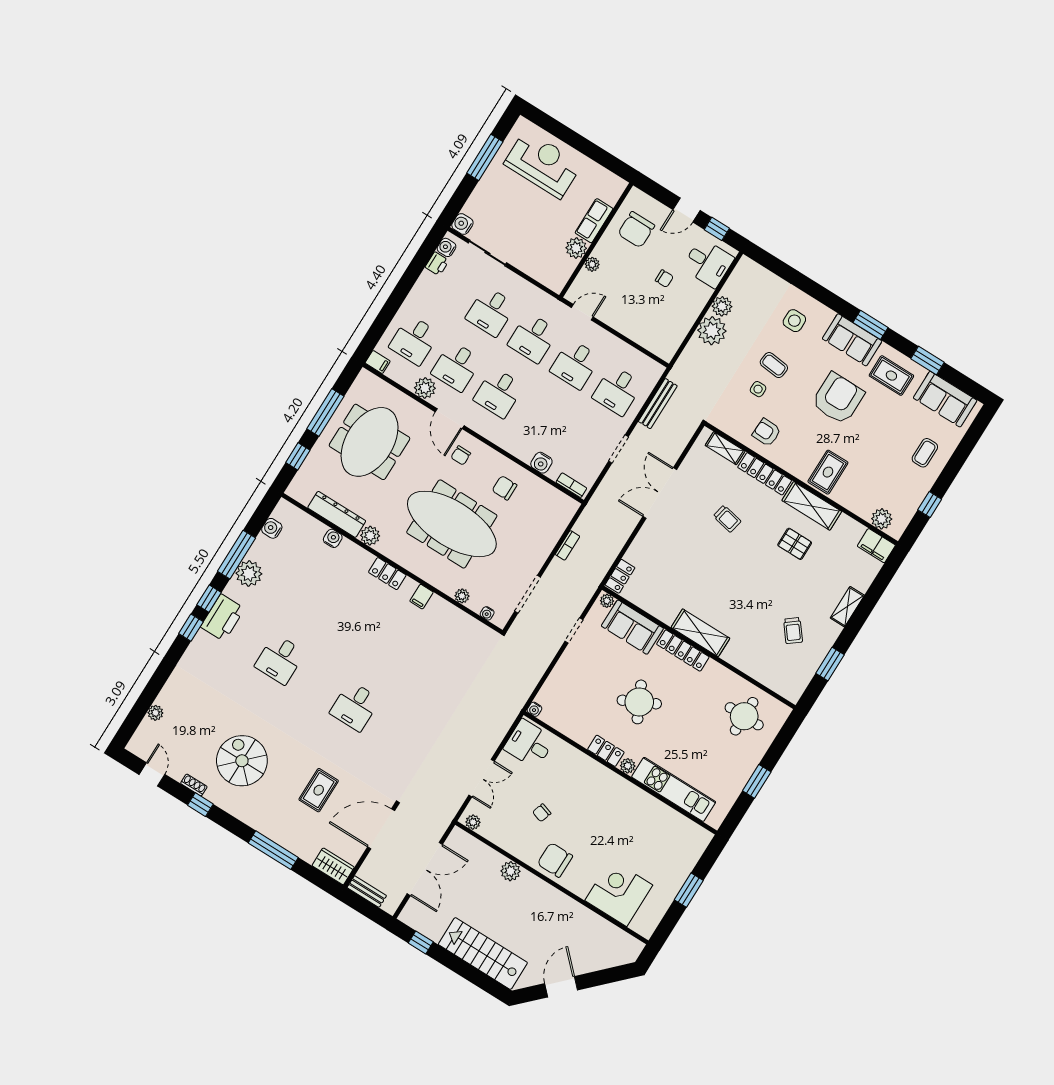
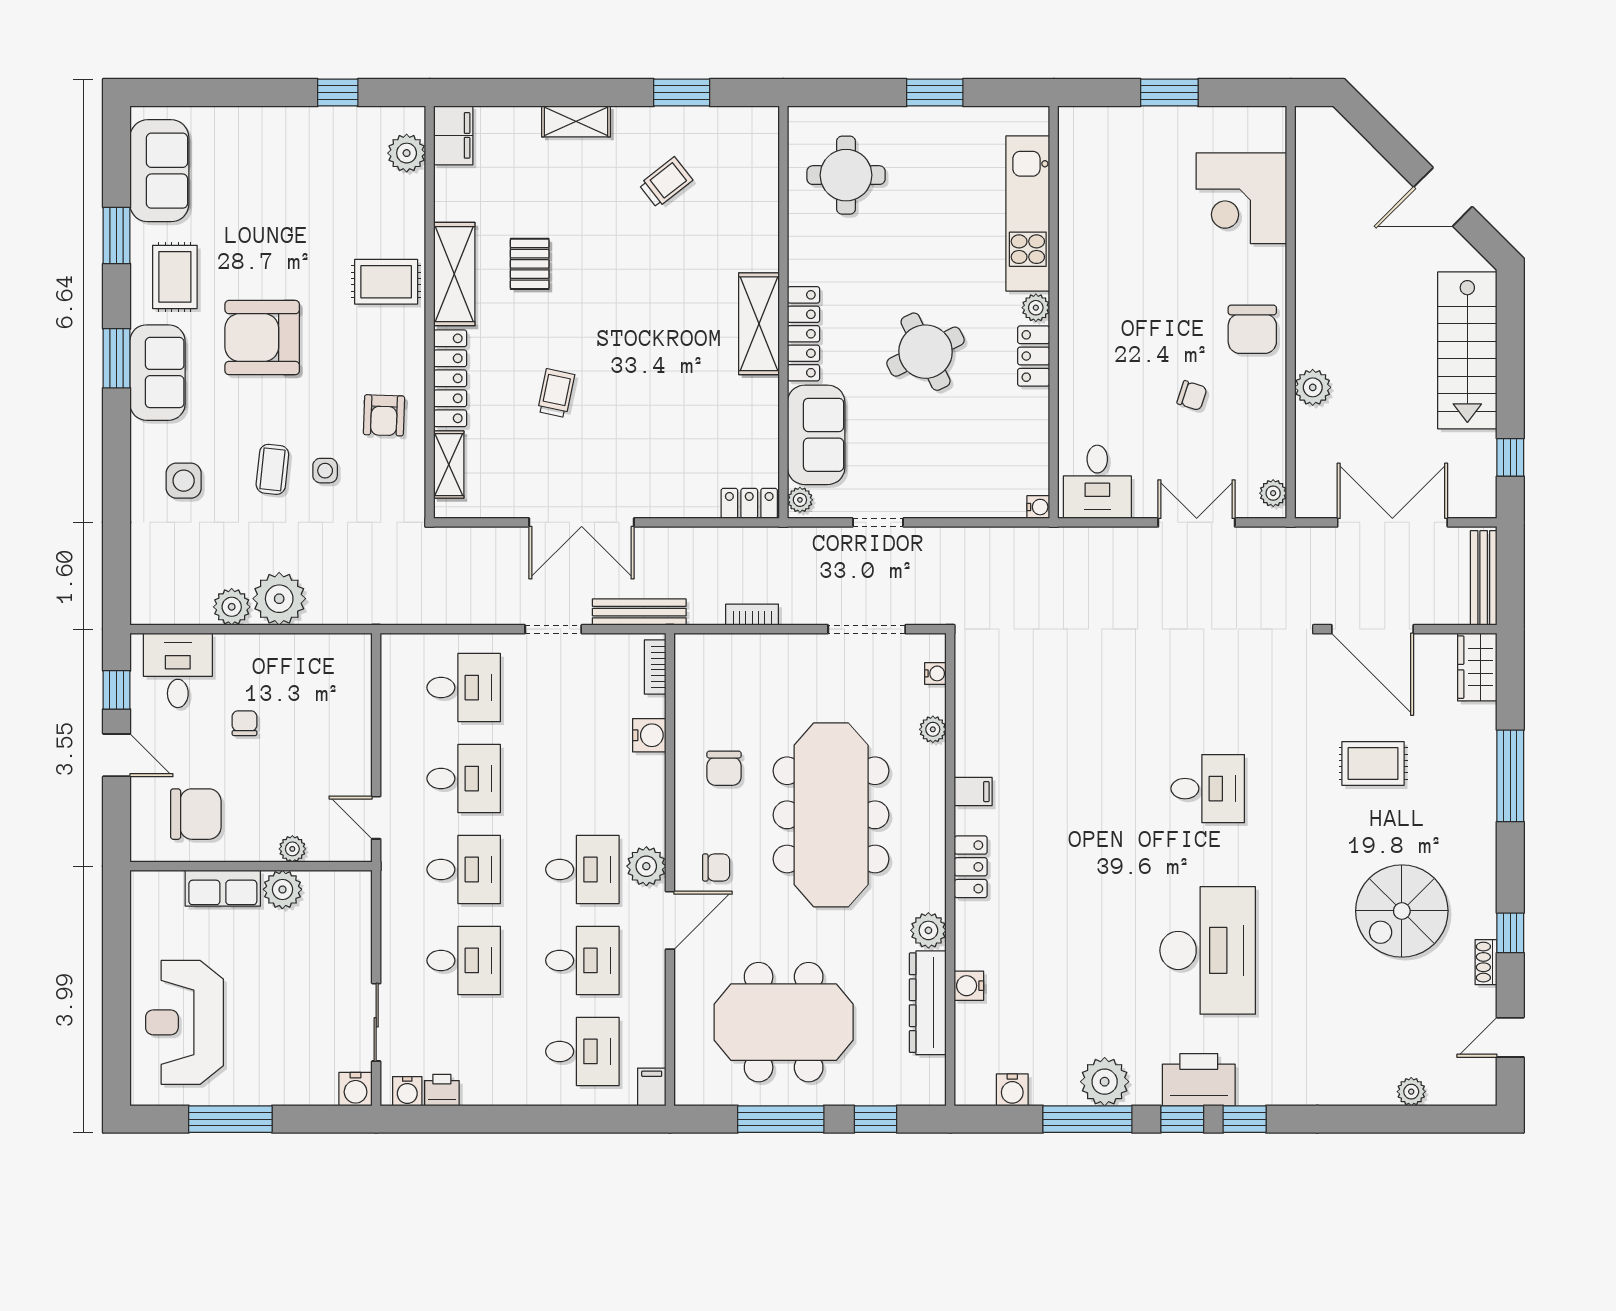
plant: (425, 388) -> (646, 866), moved
bench: (658, 404) -> (639, 612), moved
coffee table: (925, 453) -> (262, 150), removed
desk: (280, 659) -> (1208, 950), width x1.87, depth x1.30
bench: (367, 892) -> (1484, 578), width x1.36

